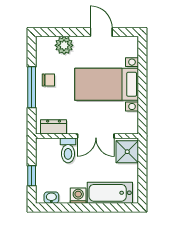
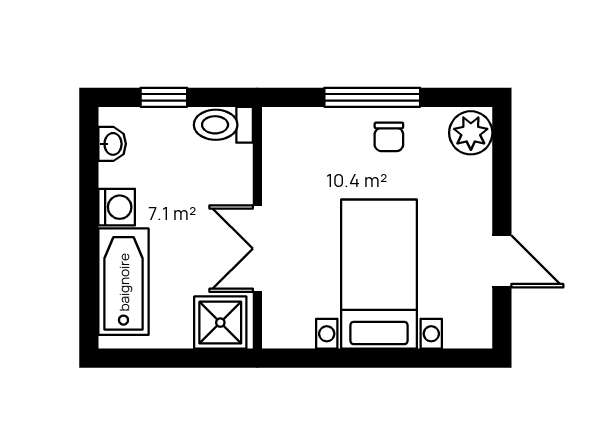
door: (101, 32) -> (502, 261), hinge flipped
plant: (64, 45) -> (471, 133), moved
dresser: (54, 127) -> (279, 149), removed
toilet: (68, 150) -> (223, 125), moved

